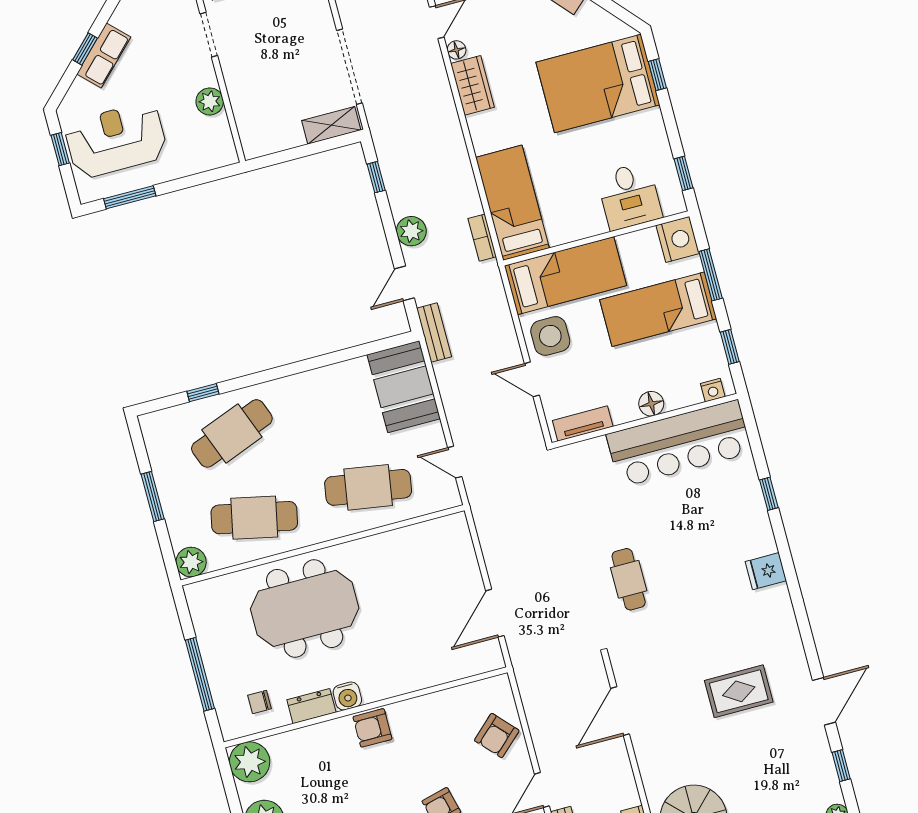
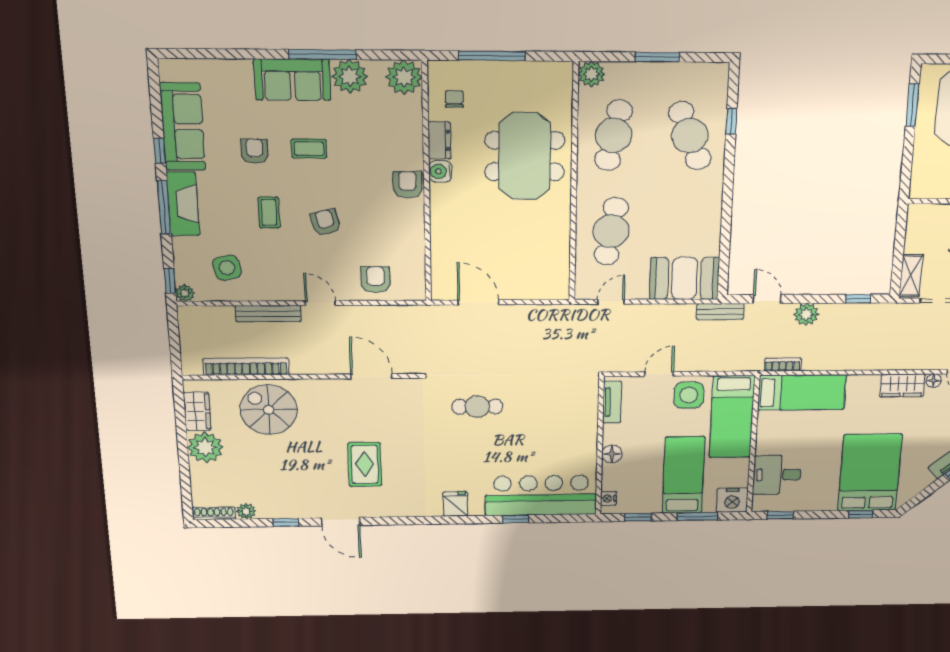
bar counter: (679, 444) -> (541, 495), moved, turned 90
armchair: (497, 735) -> (375, 280), turned 43

